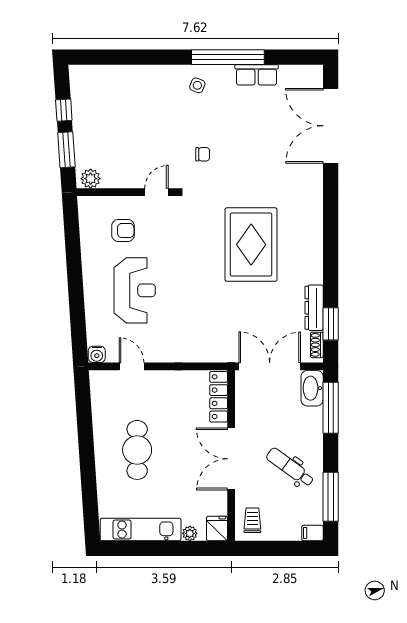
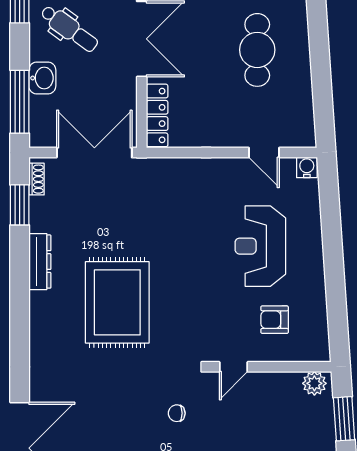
dresser: (314, 308) -> (40, 262), moved
double door: (270, 366) -> (94, 153), swing flipped
washbasin: (312, 388) -> (42, 78), moved, width x0.72

